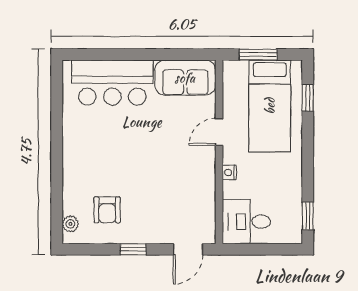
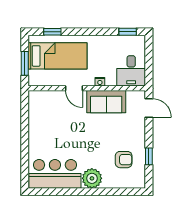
sofa: (185, 78) -> (106, 102), moved, turned 90
bar counter: (112, 83) -> (55, 174), moved, turned -90
plant: (70, 224) -> (92, 178), moved, width x1.87, depth x1.87
window: (133, 249) -> (149, 156), moved

